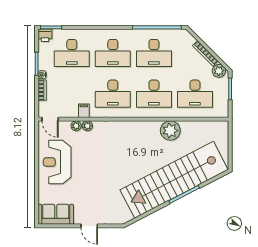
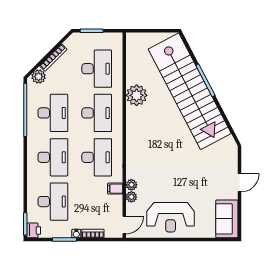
plant: (219, 71) -> (39, 77), moved

